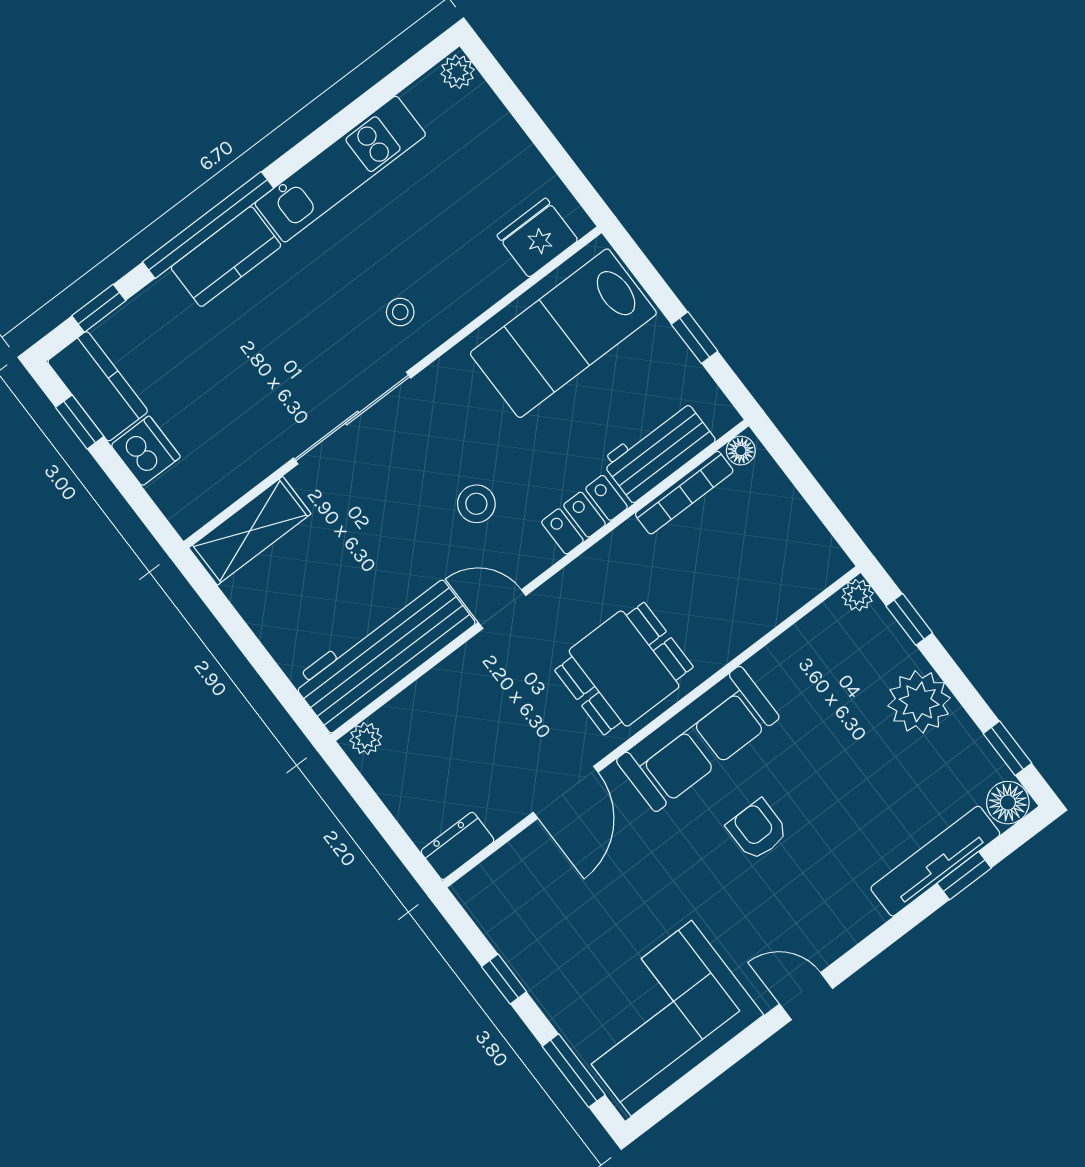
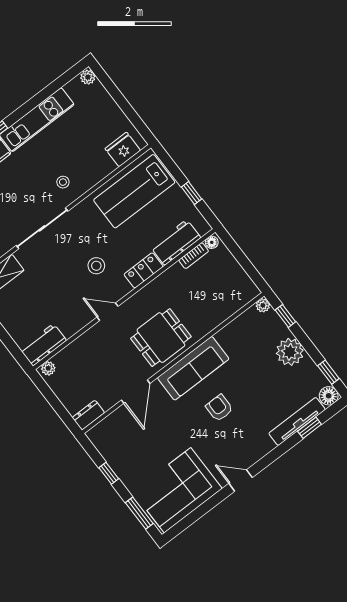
bookcase: (684, 493) -> (194, 256), width x0.64
workbench: (383, 652) -> (43, 345), width x0.53, depth x0.76

